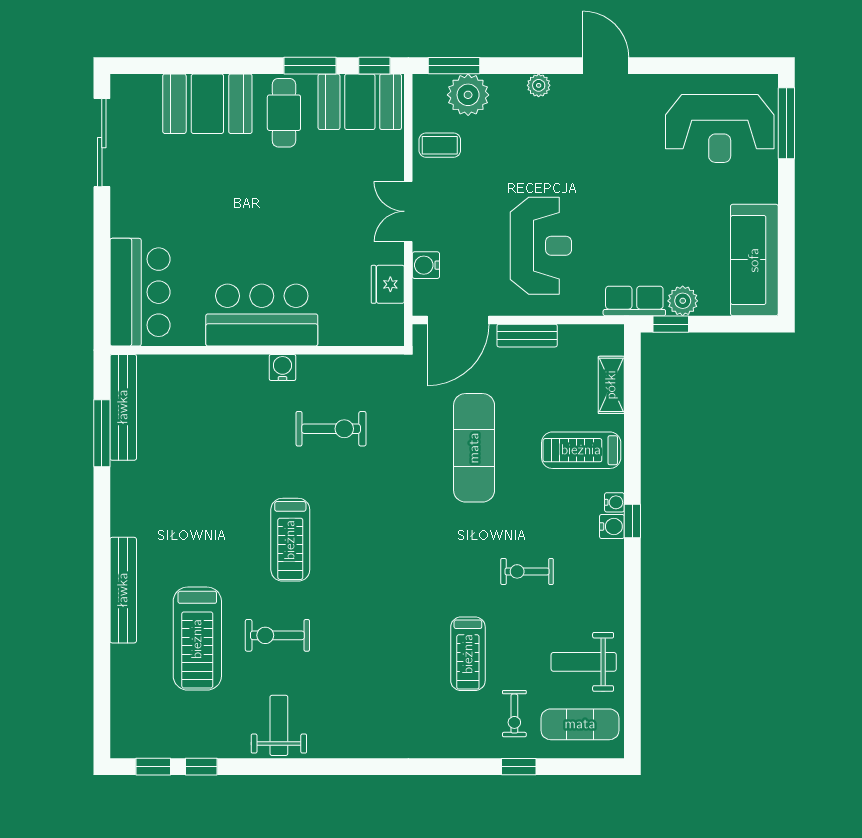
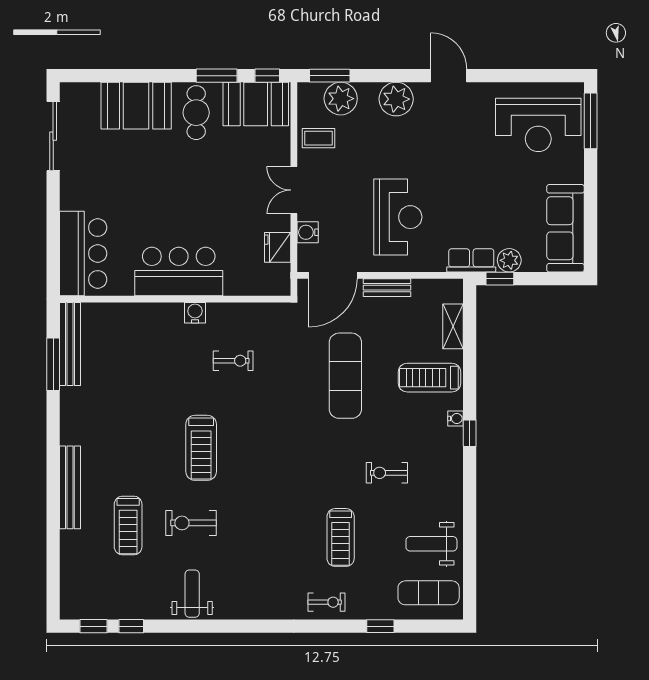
plant: (539, 85) -> (396, 99), width x1.87, depth x1.87
exercise bike: (331, 429) -> (233, 361), width x0.73, depth x0.72
water cooler: (612, 526) -> (454, 437), removed
treadmill: (197, 639) -> (128, 526), width x0.73, depth x0.73
exercise bike: (514, 714) -> (327, 602), moved, turned -90

